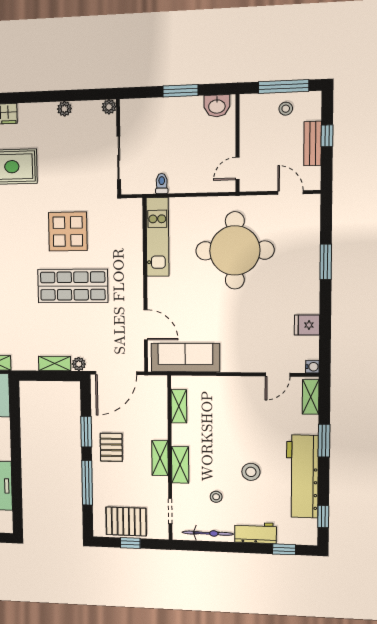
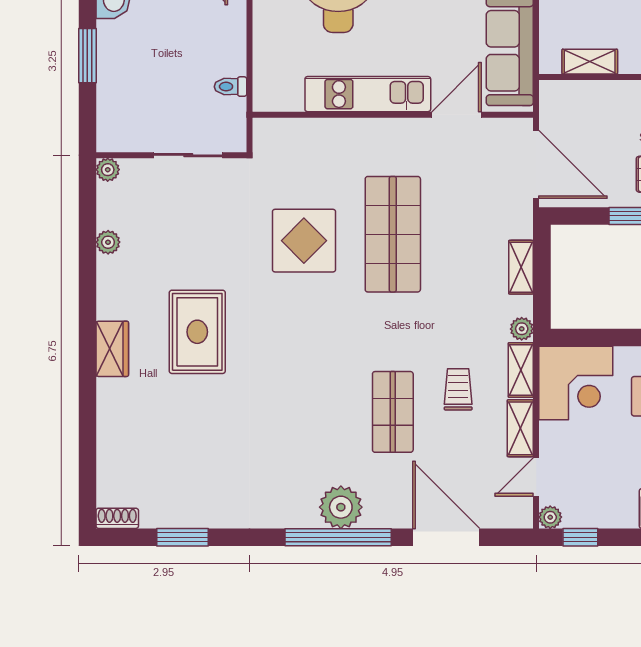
kitchen unit: (157, 237) -> (368, 94), moved
plant: (79, 364) -> (522, 329), moved

